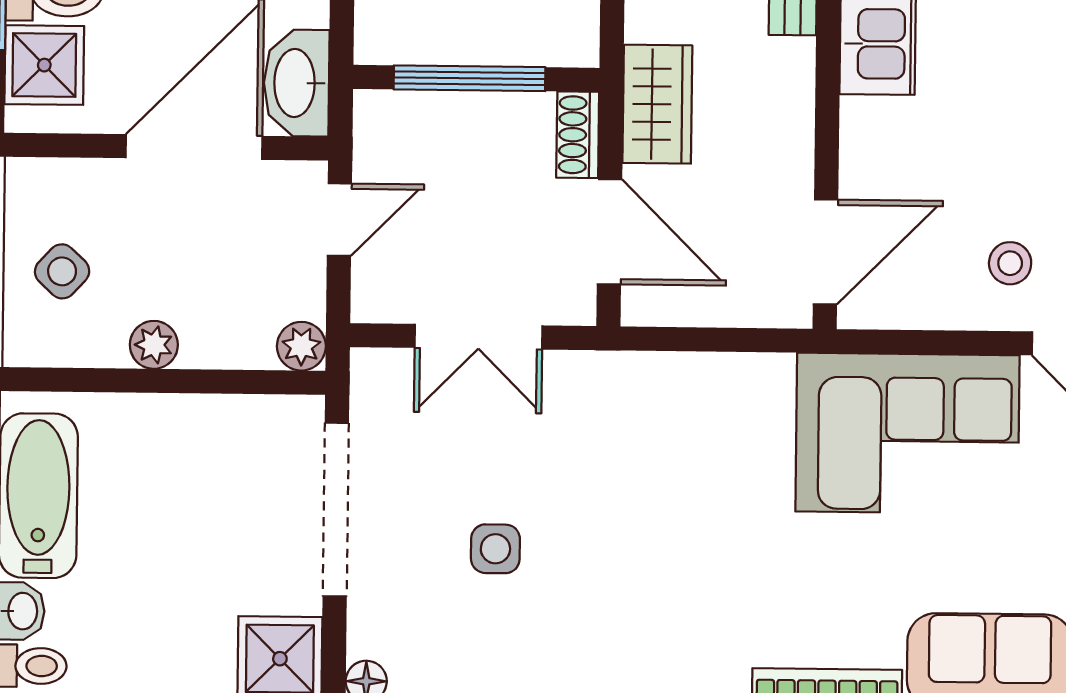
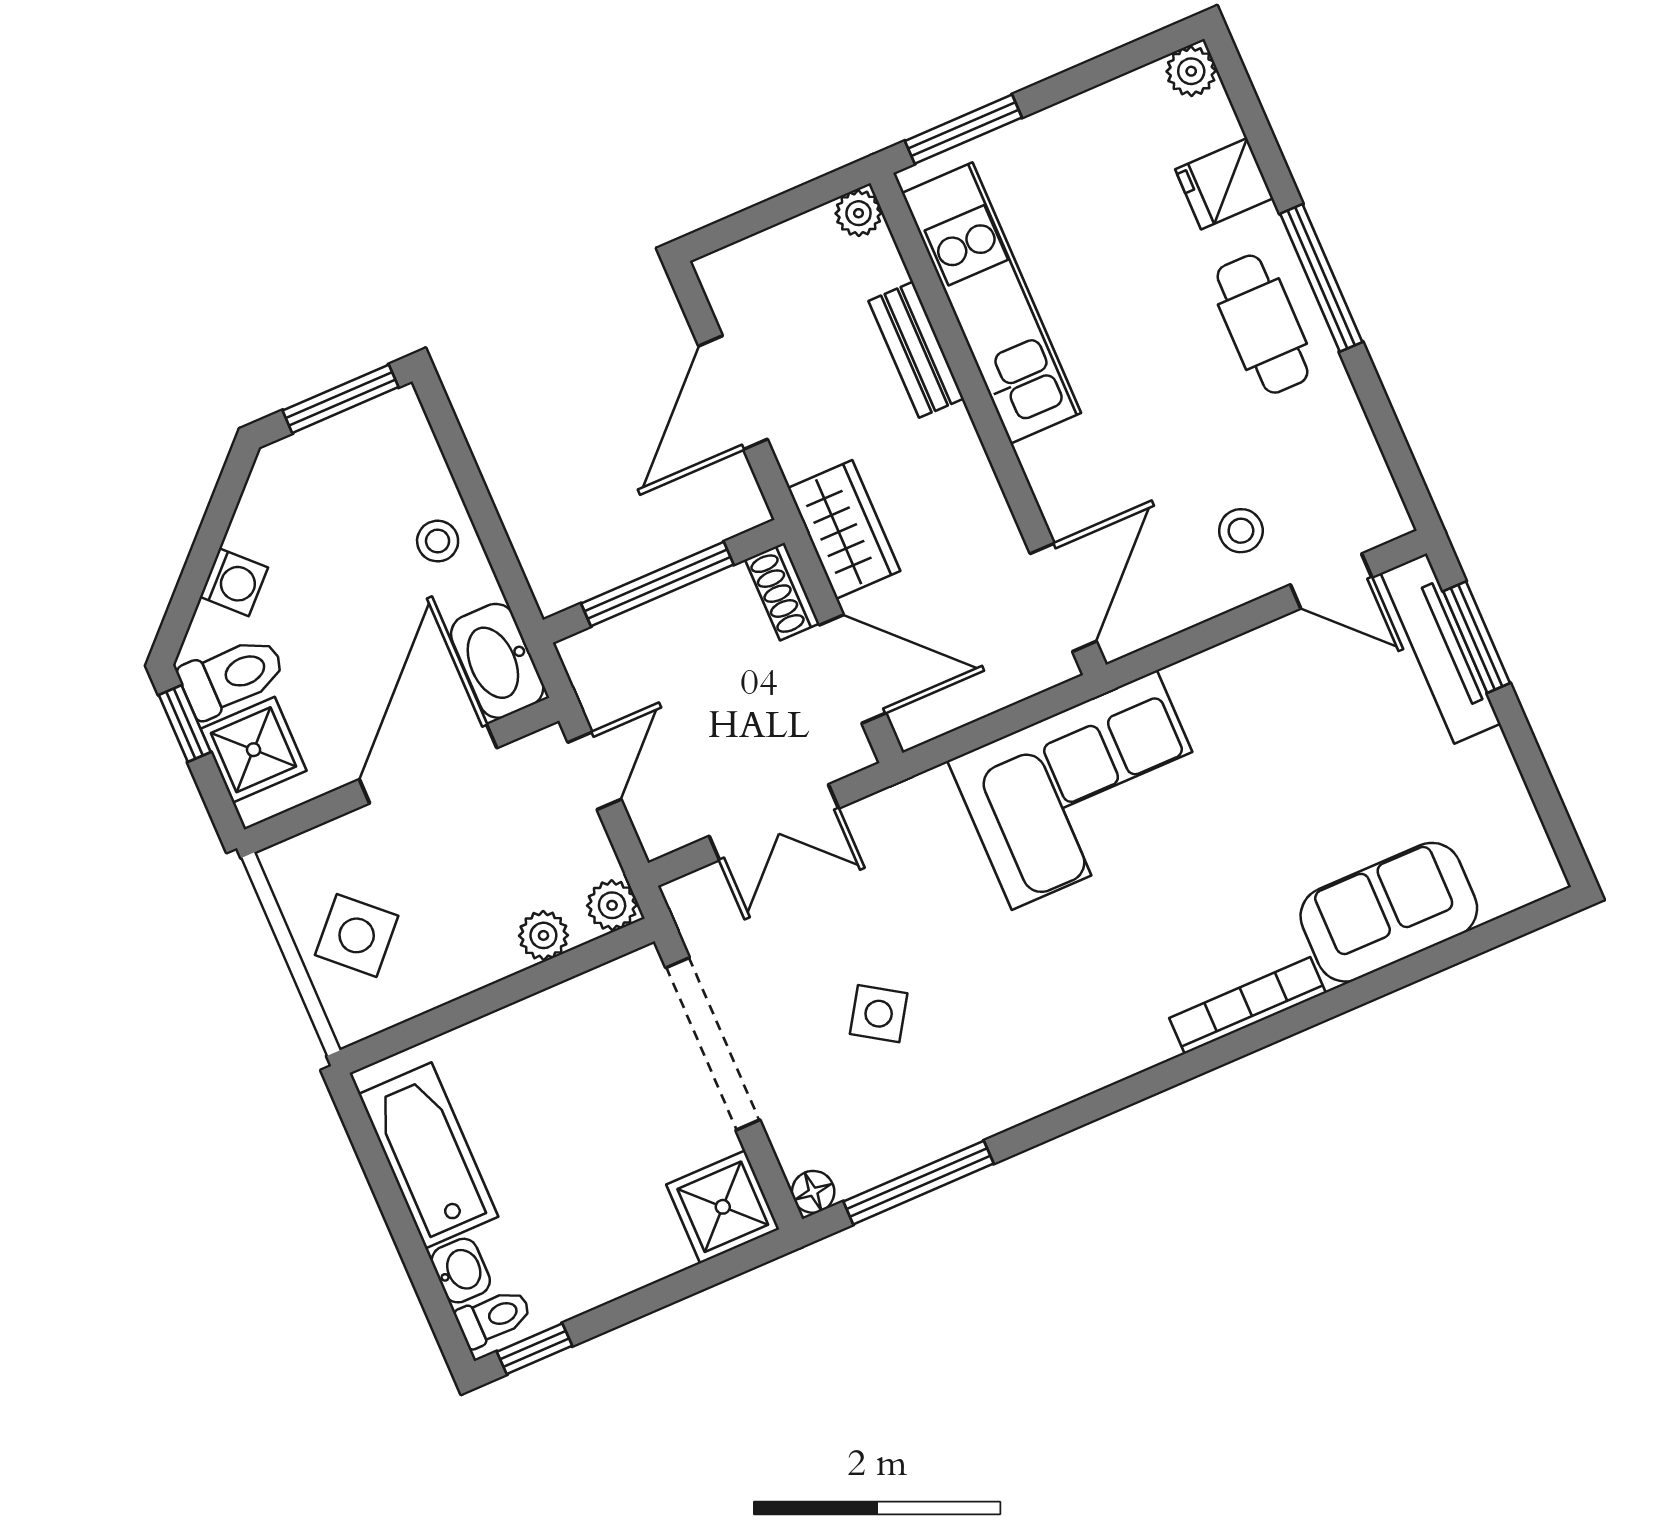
side table: (62, 271) -> (357, 935), width x1.37, depth x1.37
plant: (154, 345) -> (543, 935), moved
corner sofa: (908, 433) -> (1084, 790), moved
side table: (495, 549) -> (879, 1014), turned 33

